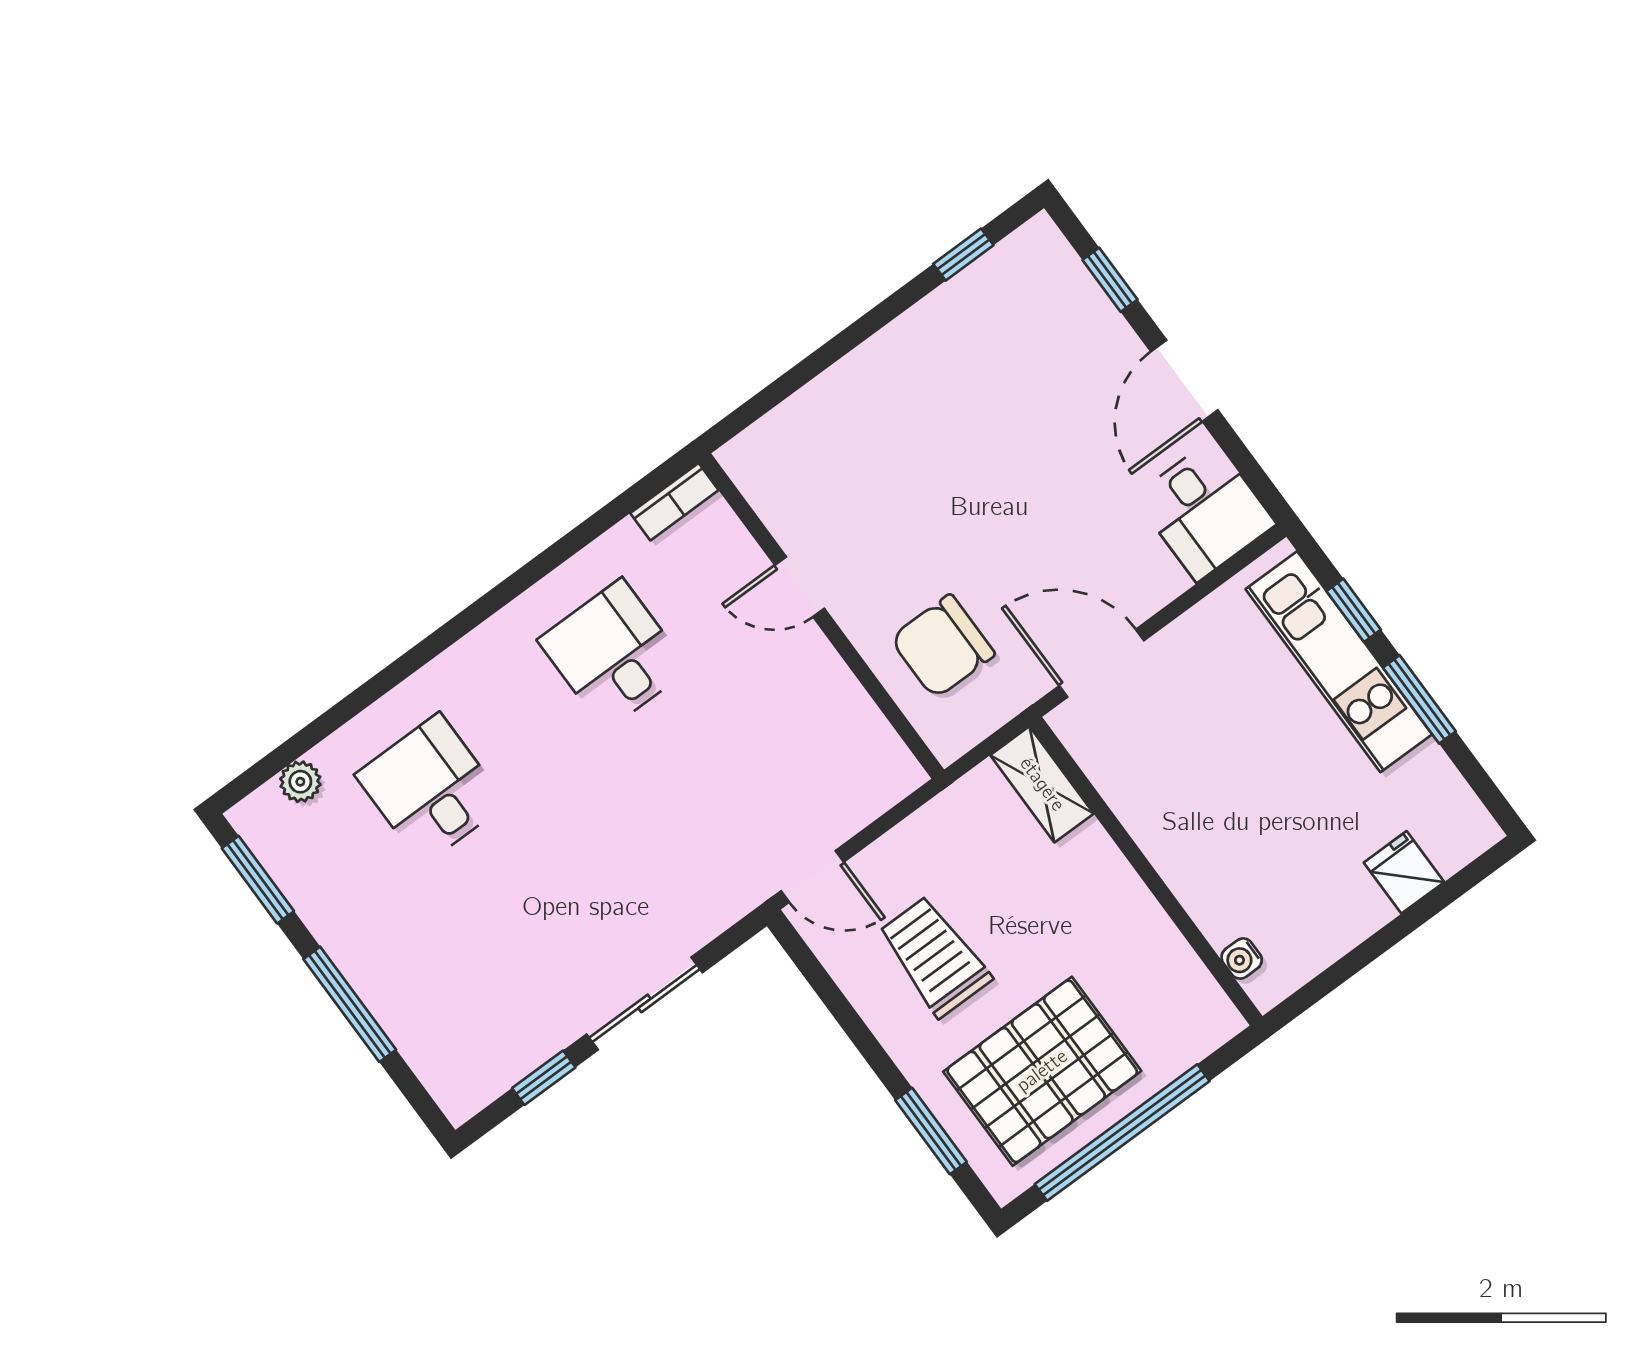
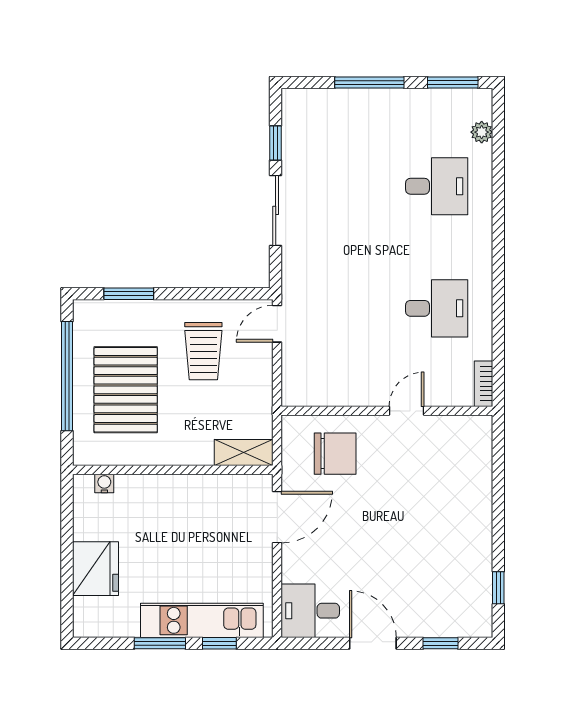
chair: (943, 646) -> (335, 454), turned 90
fridge: (1404, 872) -> (96, 569), width x1.88, depth x1.34
trolley: (935, 956) -> (203, 351), turned 90
pallet: (1042, 1071) -> (126, 390), moved

